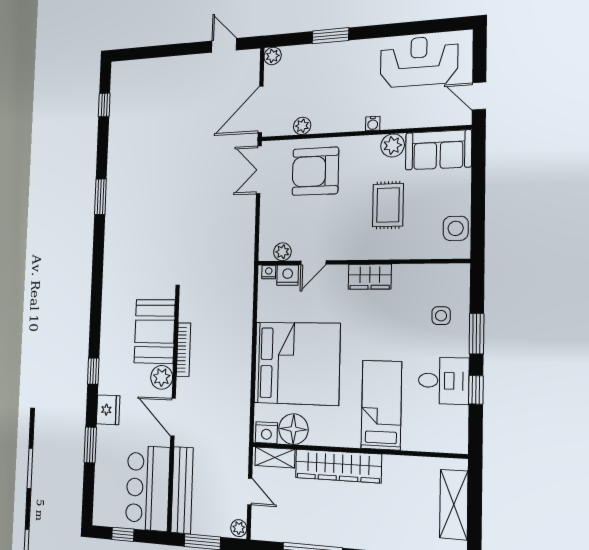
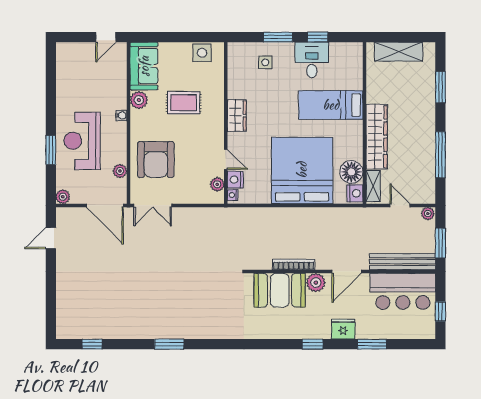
reception desk: (419, 61) -> (82, 141), moved
door: (250, 492) -> (400, 205), hinge flipped

